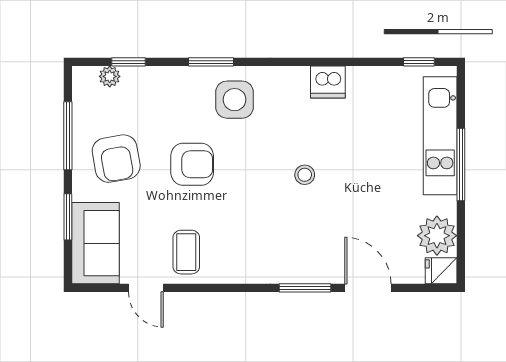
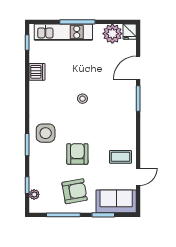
dishwasher: (328, 82) -> (37, 72), moved

